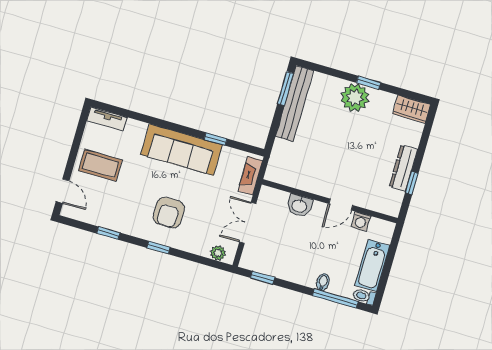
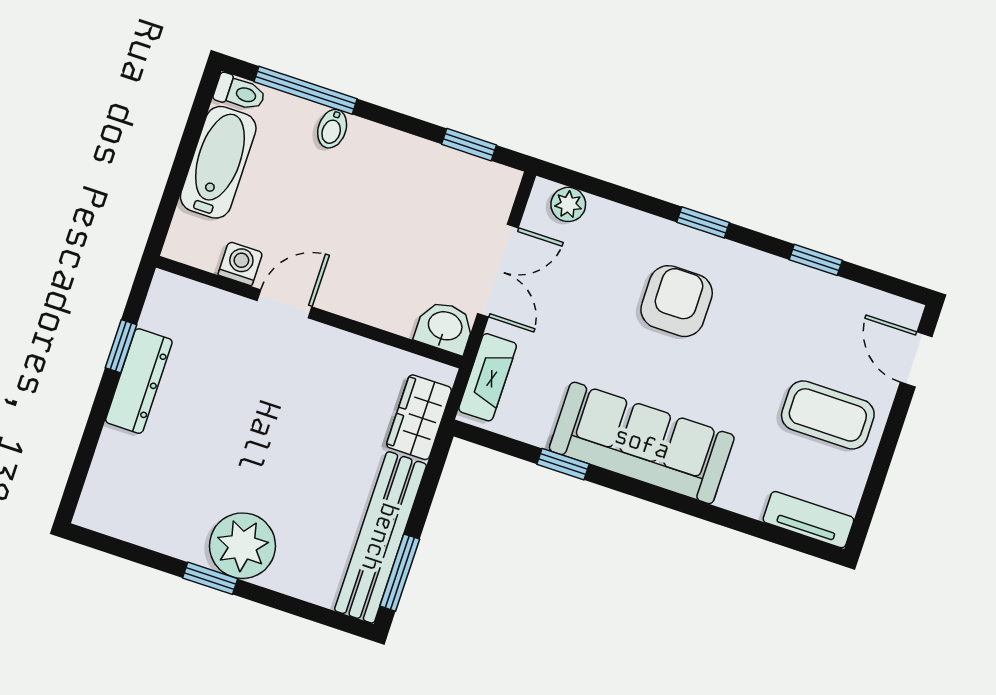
wardrobe: (412, 109) -> (419, 417), moved, turned -90
washbasin: (299, 206) -> (445, 327), moved

